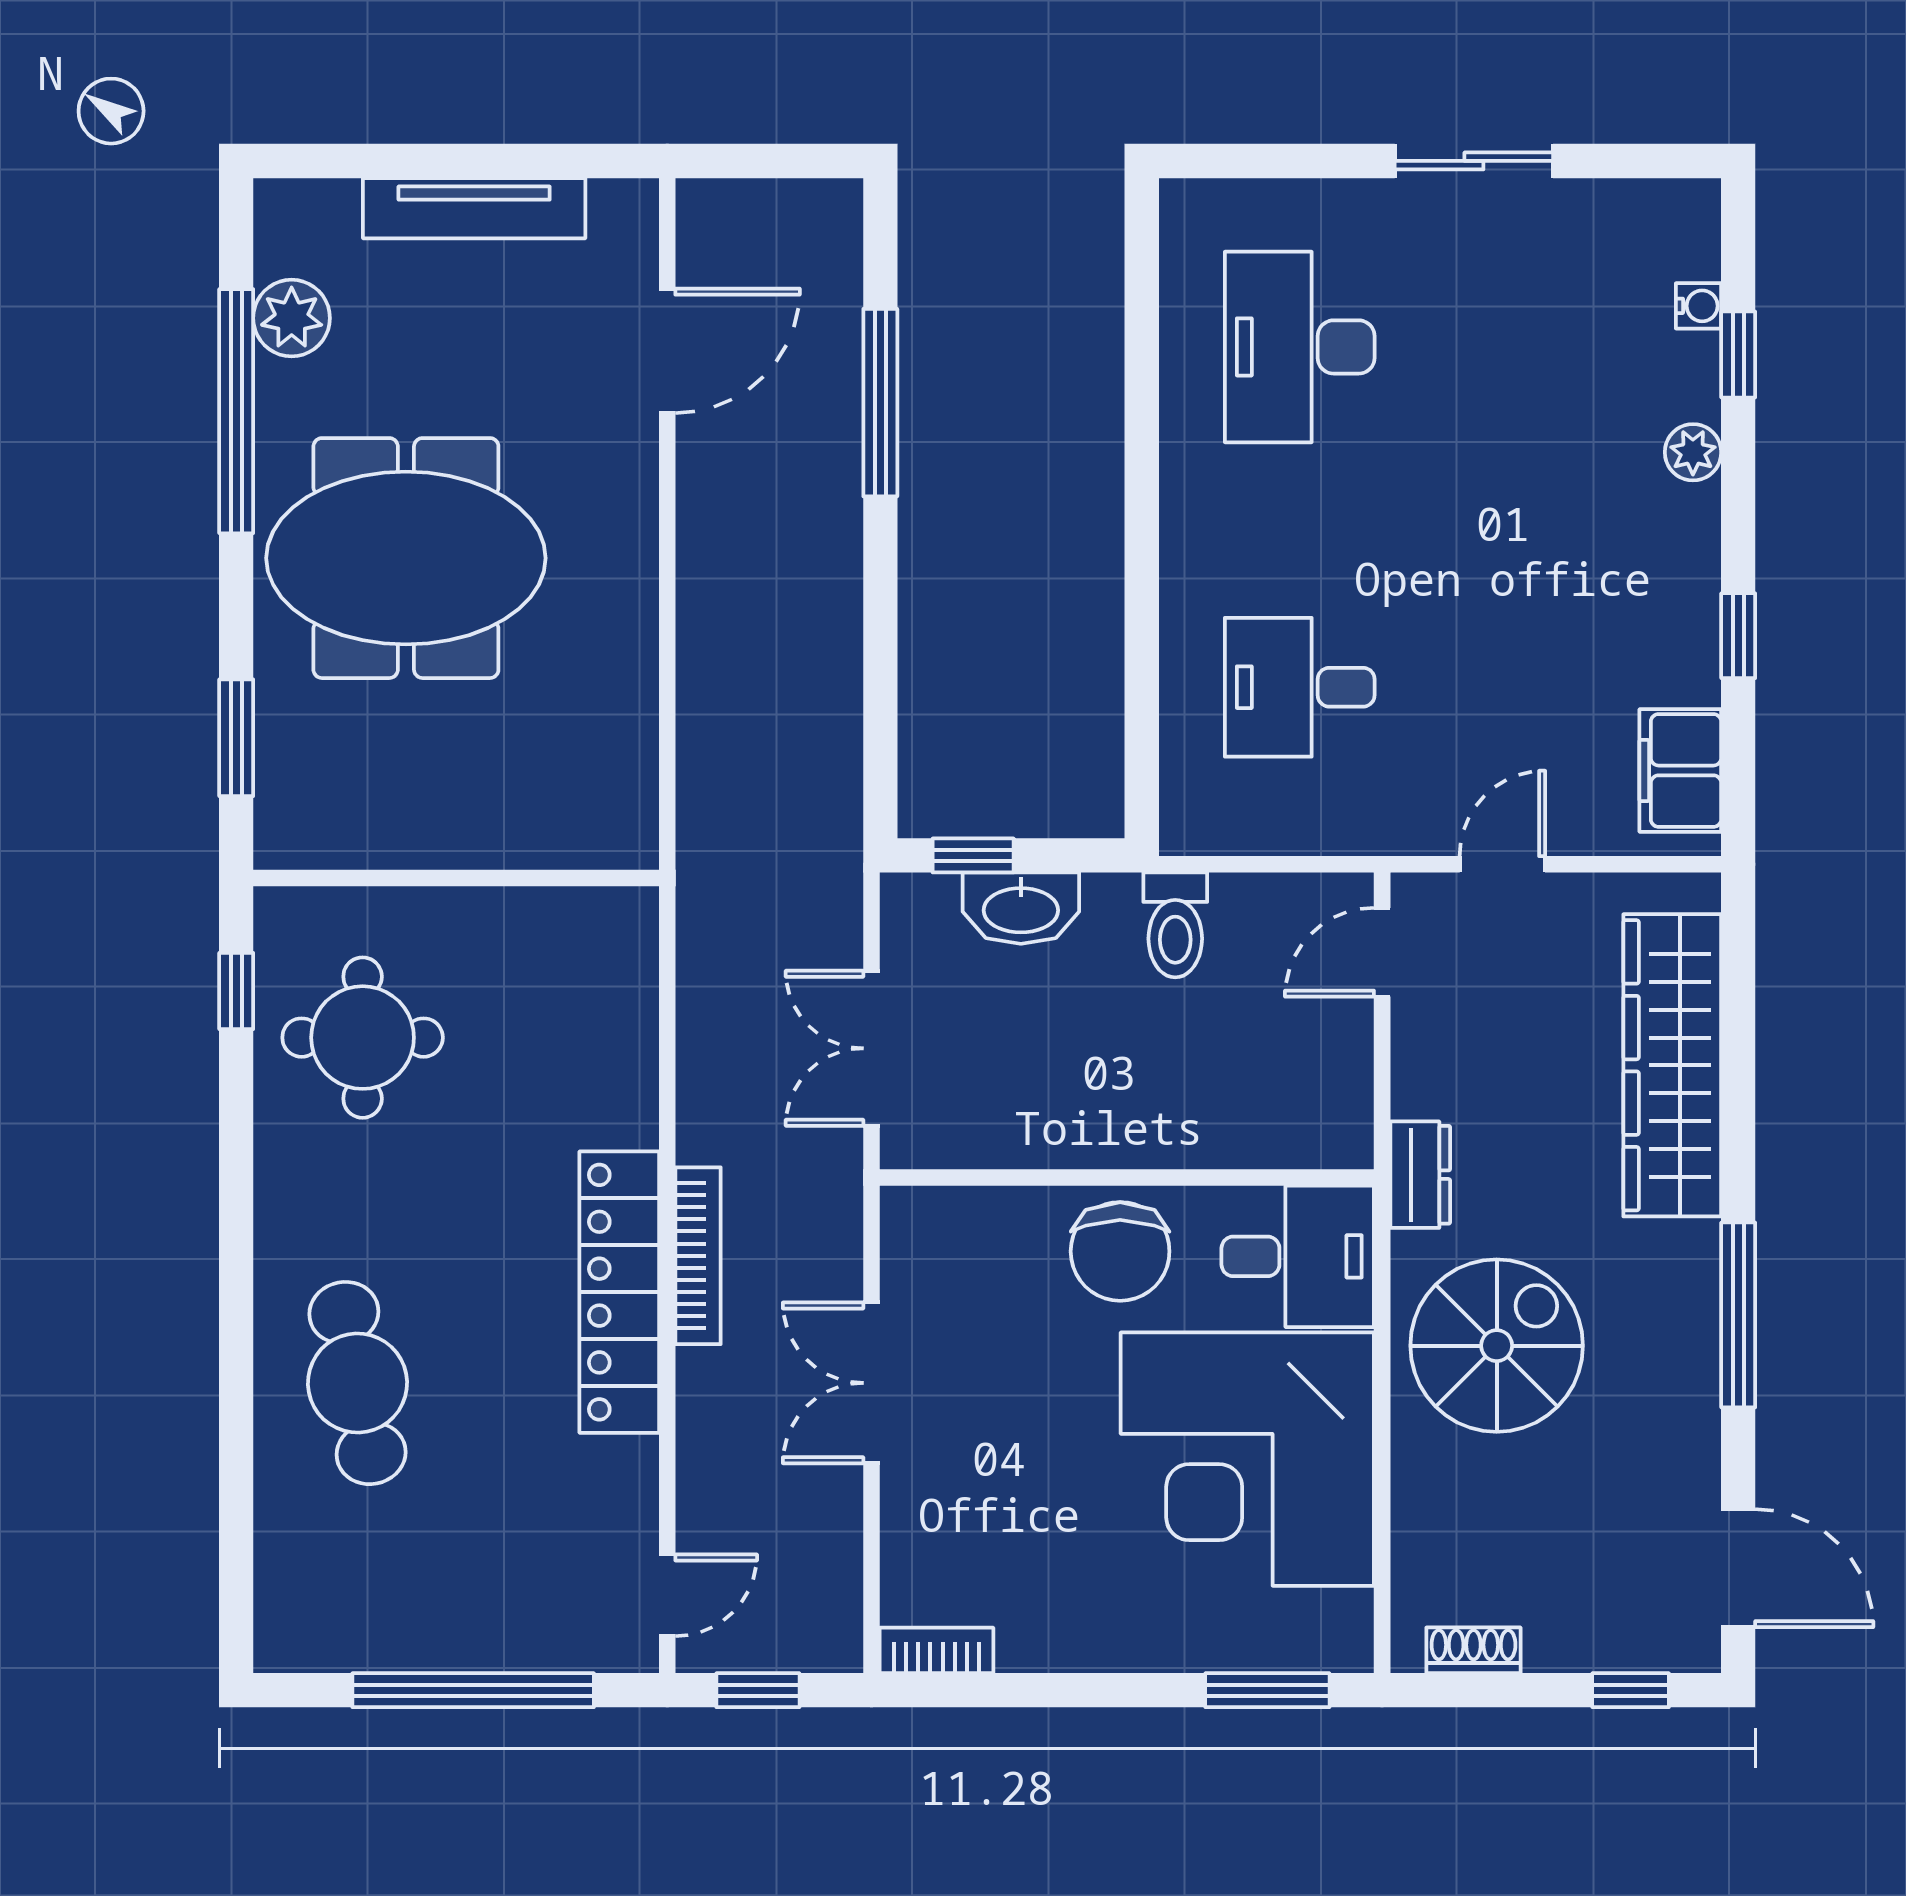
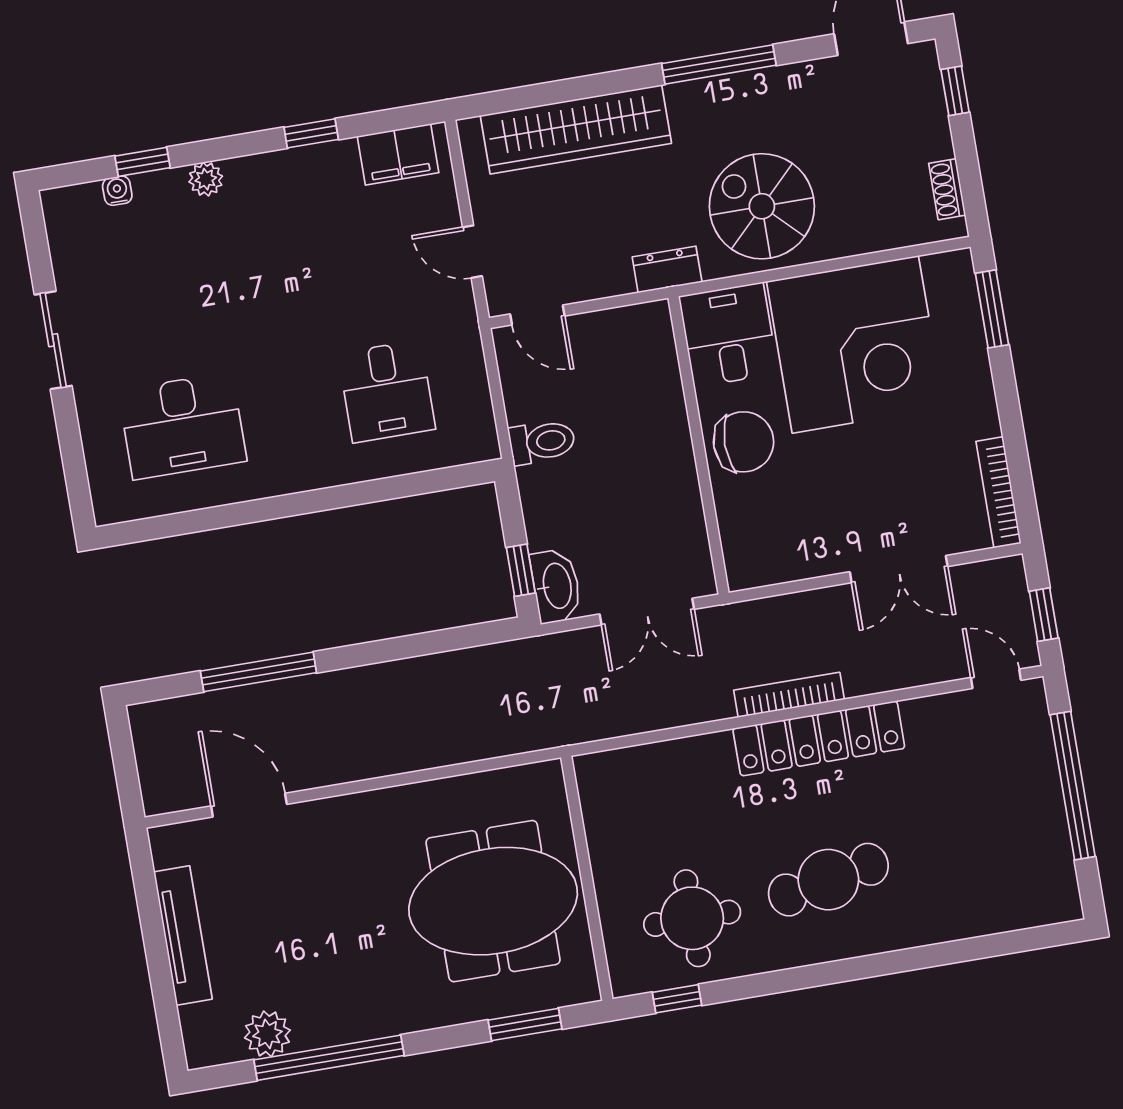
meeting table: (406, 558) -> (493, 901), moved, turned 90
washbasin: (1021, 908) -> (556, 586), moved
cafe table: (357, 1383) -> (828, 880), moved
double door: (871, 1383) -> (899, 569), moved
bookcase: (936, 1650) -> (998, 492), width x1.56

